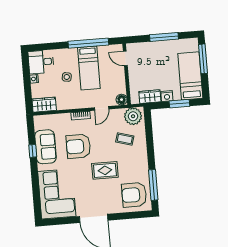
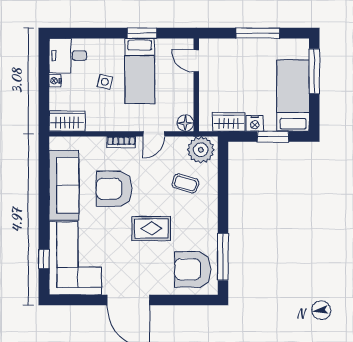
window: (88, 43) -> (142, 33), width x0.47
sofa: (45, 147) -> (64, 185), width x1.36
window: (33, 151) -> (44, 259), moved

